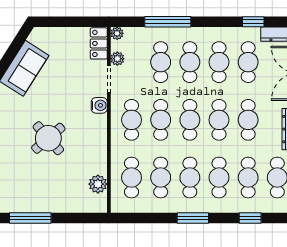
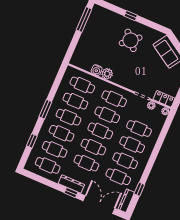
window: (168, 22) -> (160, 142), removed
water cooler: (99, 105) -> (97, 70), moved
round table: (48, 138) -> (131, 40), moved
plant: (98, 184) -> (107, 74), moved

